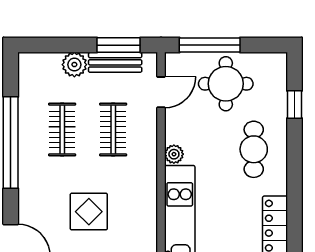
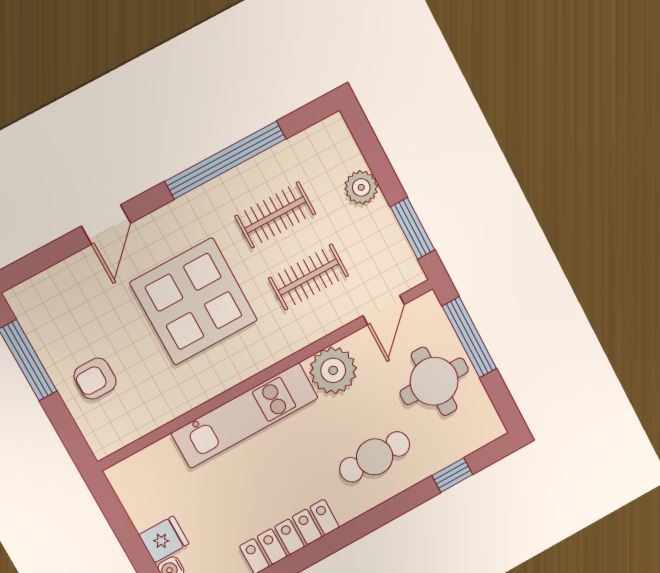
bench: (115, 62) -> (390, 235), removed
door: (161, 92) -> (384, 310), hinge flipped
plant: (174, 154) -> (333, 370), width x1.88, depth x1.88
display table: (89, 212) -> (194, 301), width x1.86, depth x1.86

